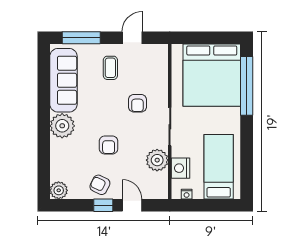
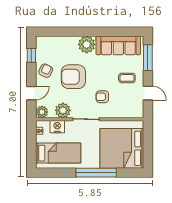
window: (247, 86) -> (96, 173), moved
armchair: (109, 145) -> (73, 77), width x1.88, depth x1.88
plant: (59, 190) -> (42, 112), moved
window: (103, 205) -> (31, 55), moved

